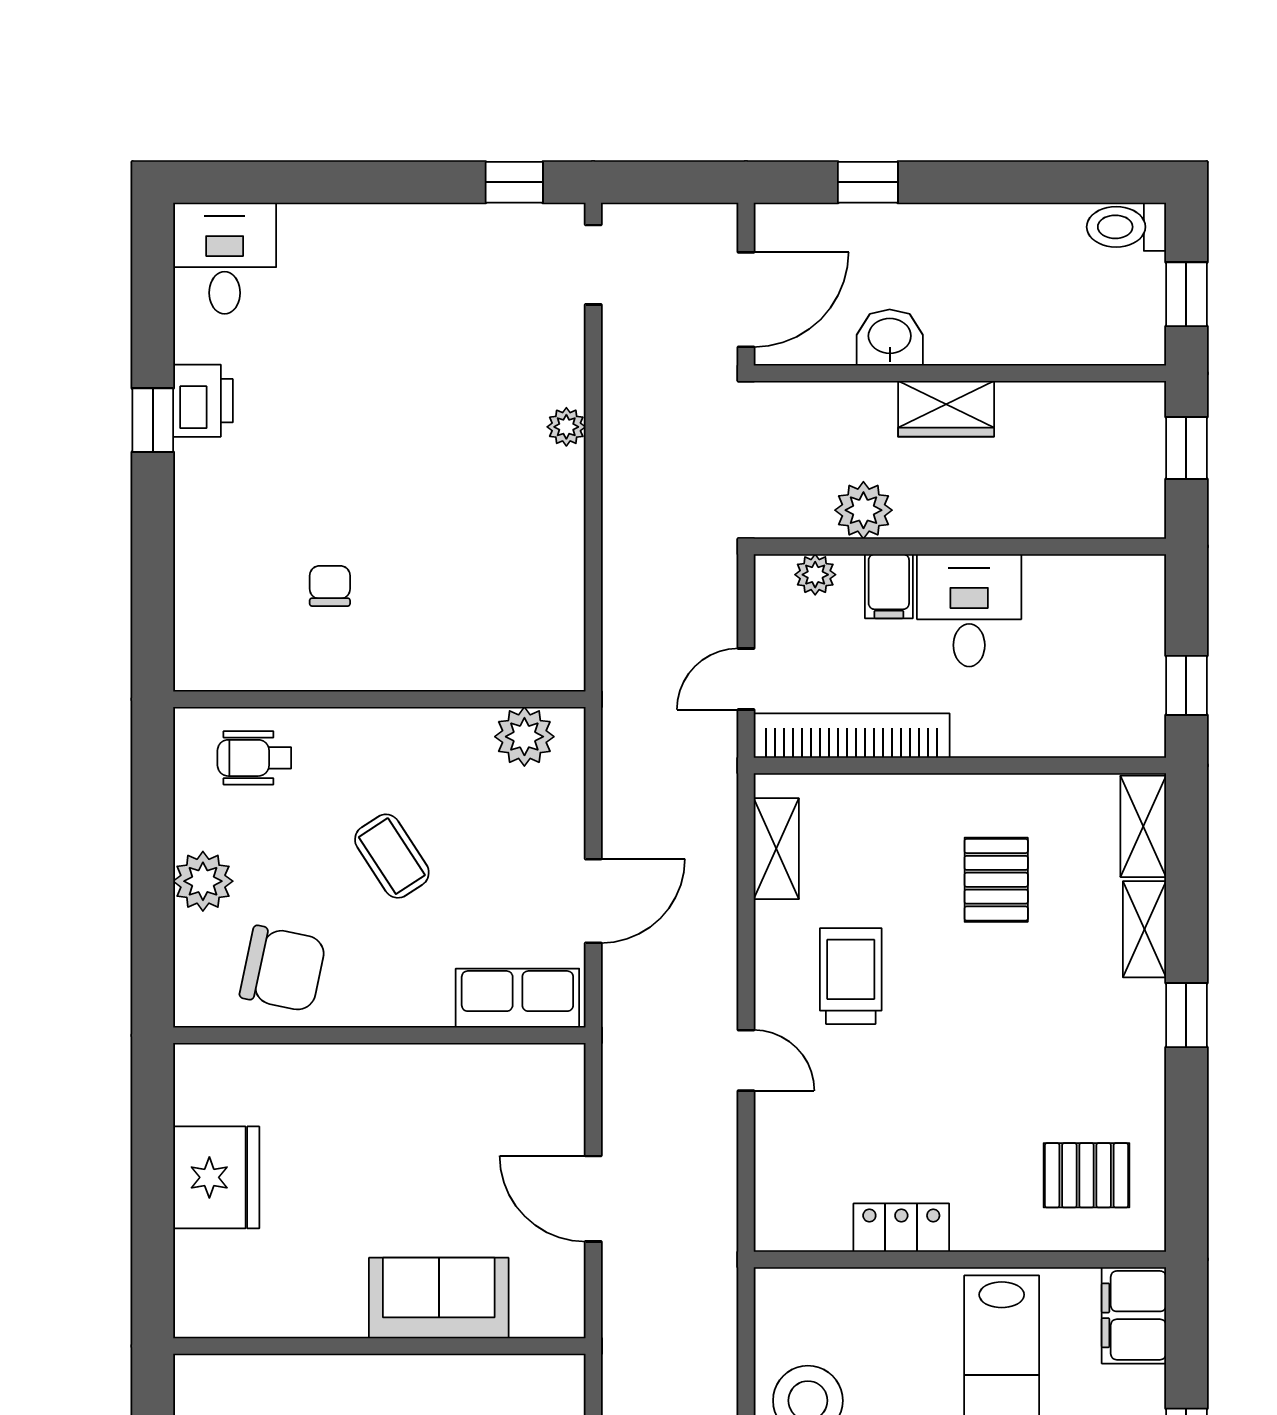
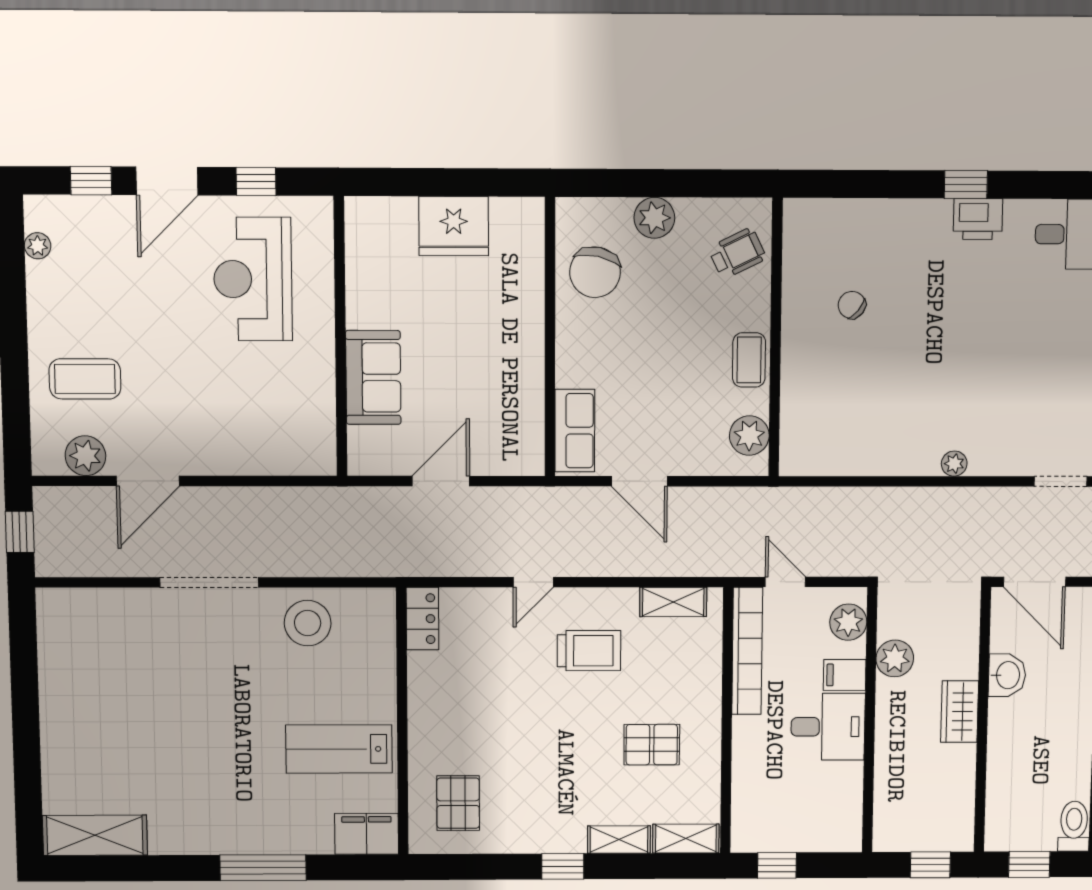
plant: (815, 575) -> (848, 622), width x1.38, depth x1.38
chair: (330, 586) -> (852, 305), turned -141
wheelchair: (254, 758) -> (737, 253), turned 64
coffee table: (392, 856) -> (749, 360), moved, turned -57
locker: (901, 1228) -> (422, 619), moved

